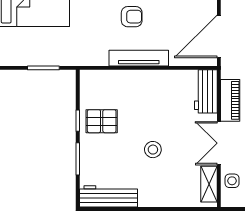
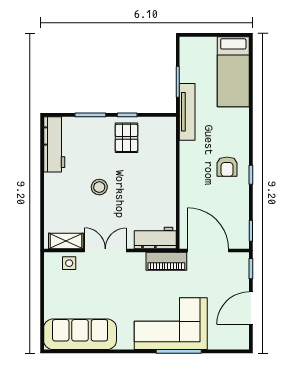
tv unit: (139, 58) -> (187, 112), moved
piano: (230, 100) -> (166, 261), moved

